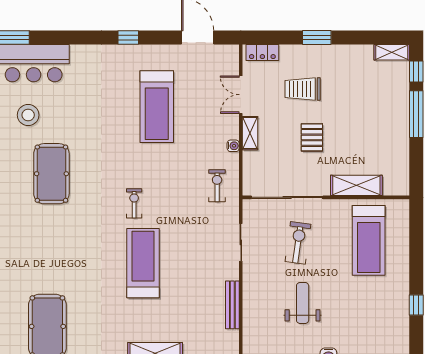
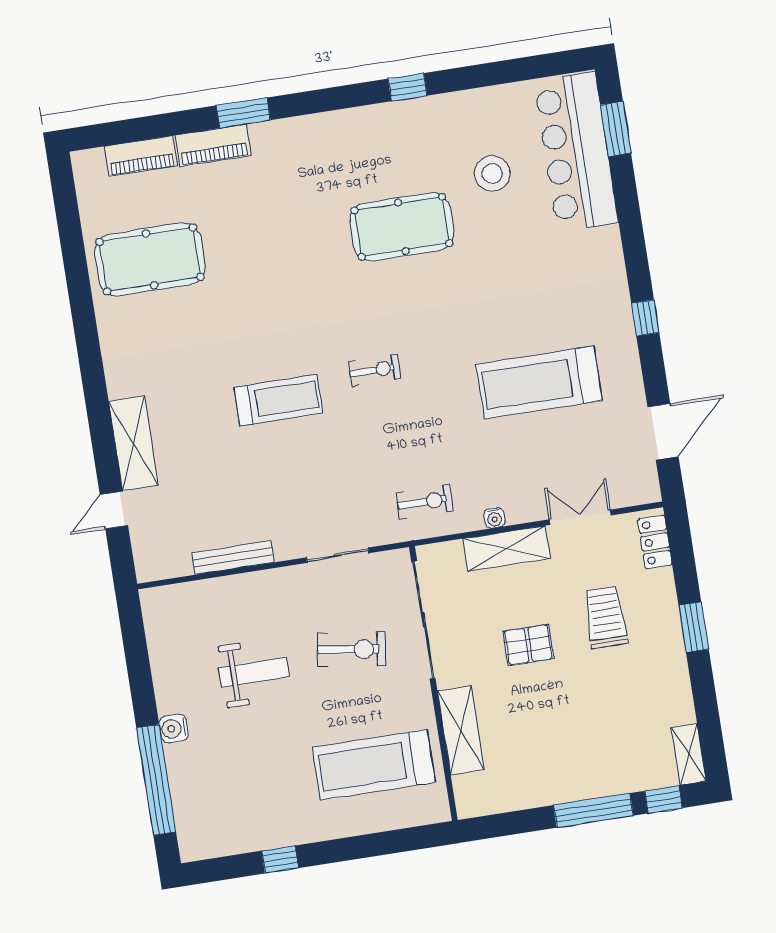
shelving: (250, 133) -> (507, 549), width x1.50, depth x1.33
treadmill: (143, 263) -> (278, 400), width x0.73, depth x0.73

